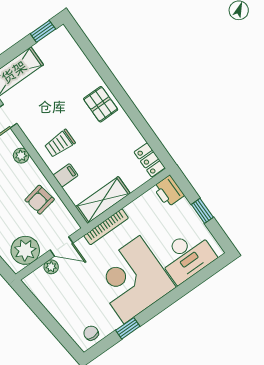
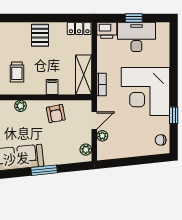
pallet: (101, 104) -> (40, 35), moved, turned 90
trolley: (60, 144) -> (17, 72), moved
bookcase: (106, 227) -> (102, 84), width x0.64
plant: (25, 250) -> (86, 150), width x0.53, depth x0.53
desk: (187, 256) -> (136, 37), moved, turned -90

